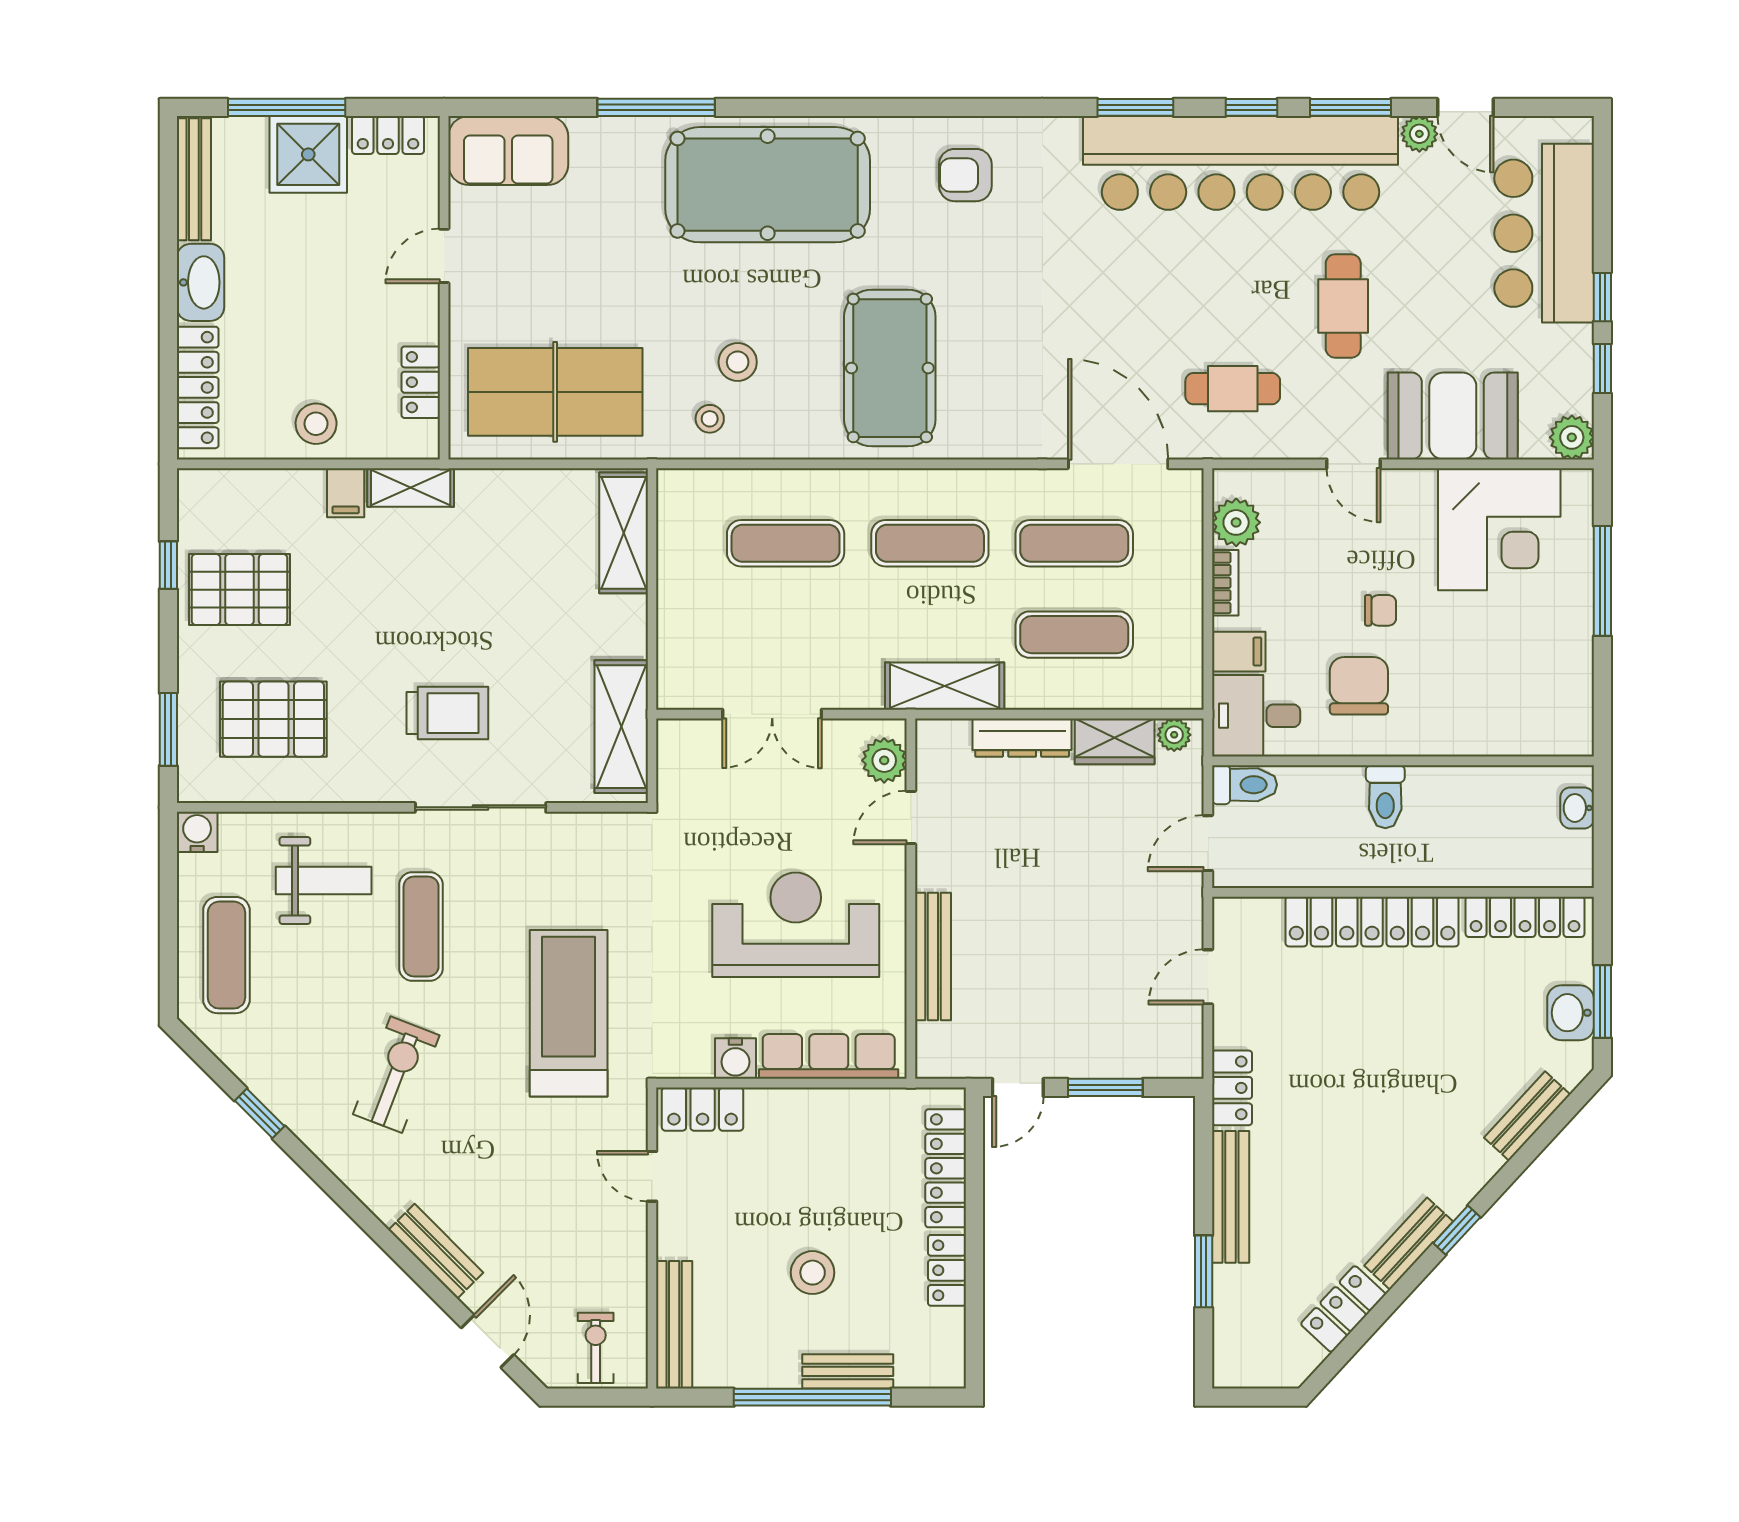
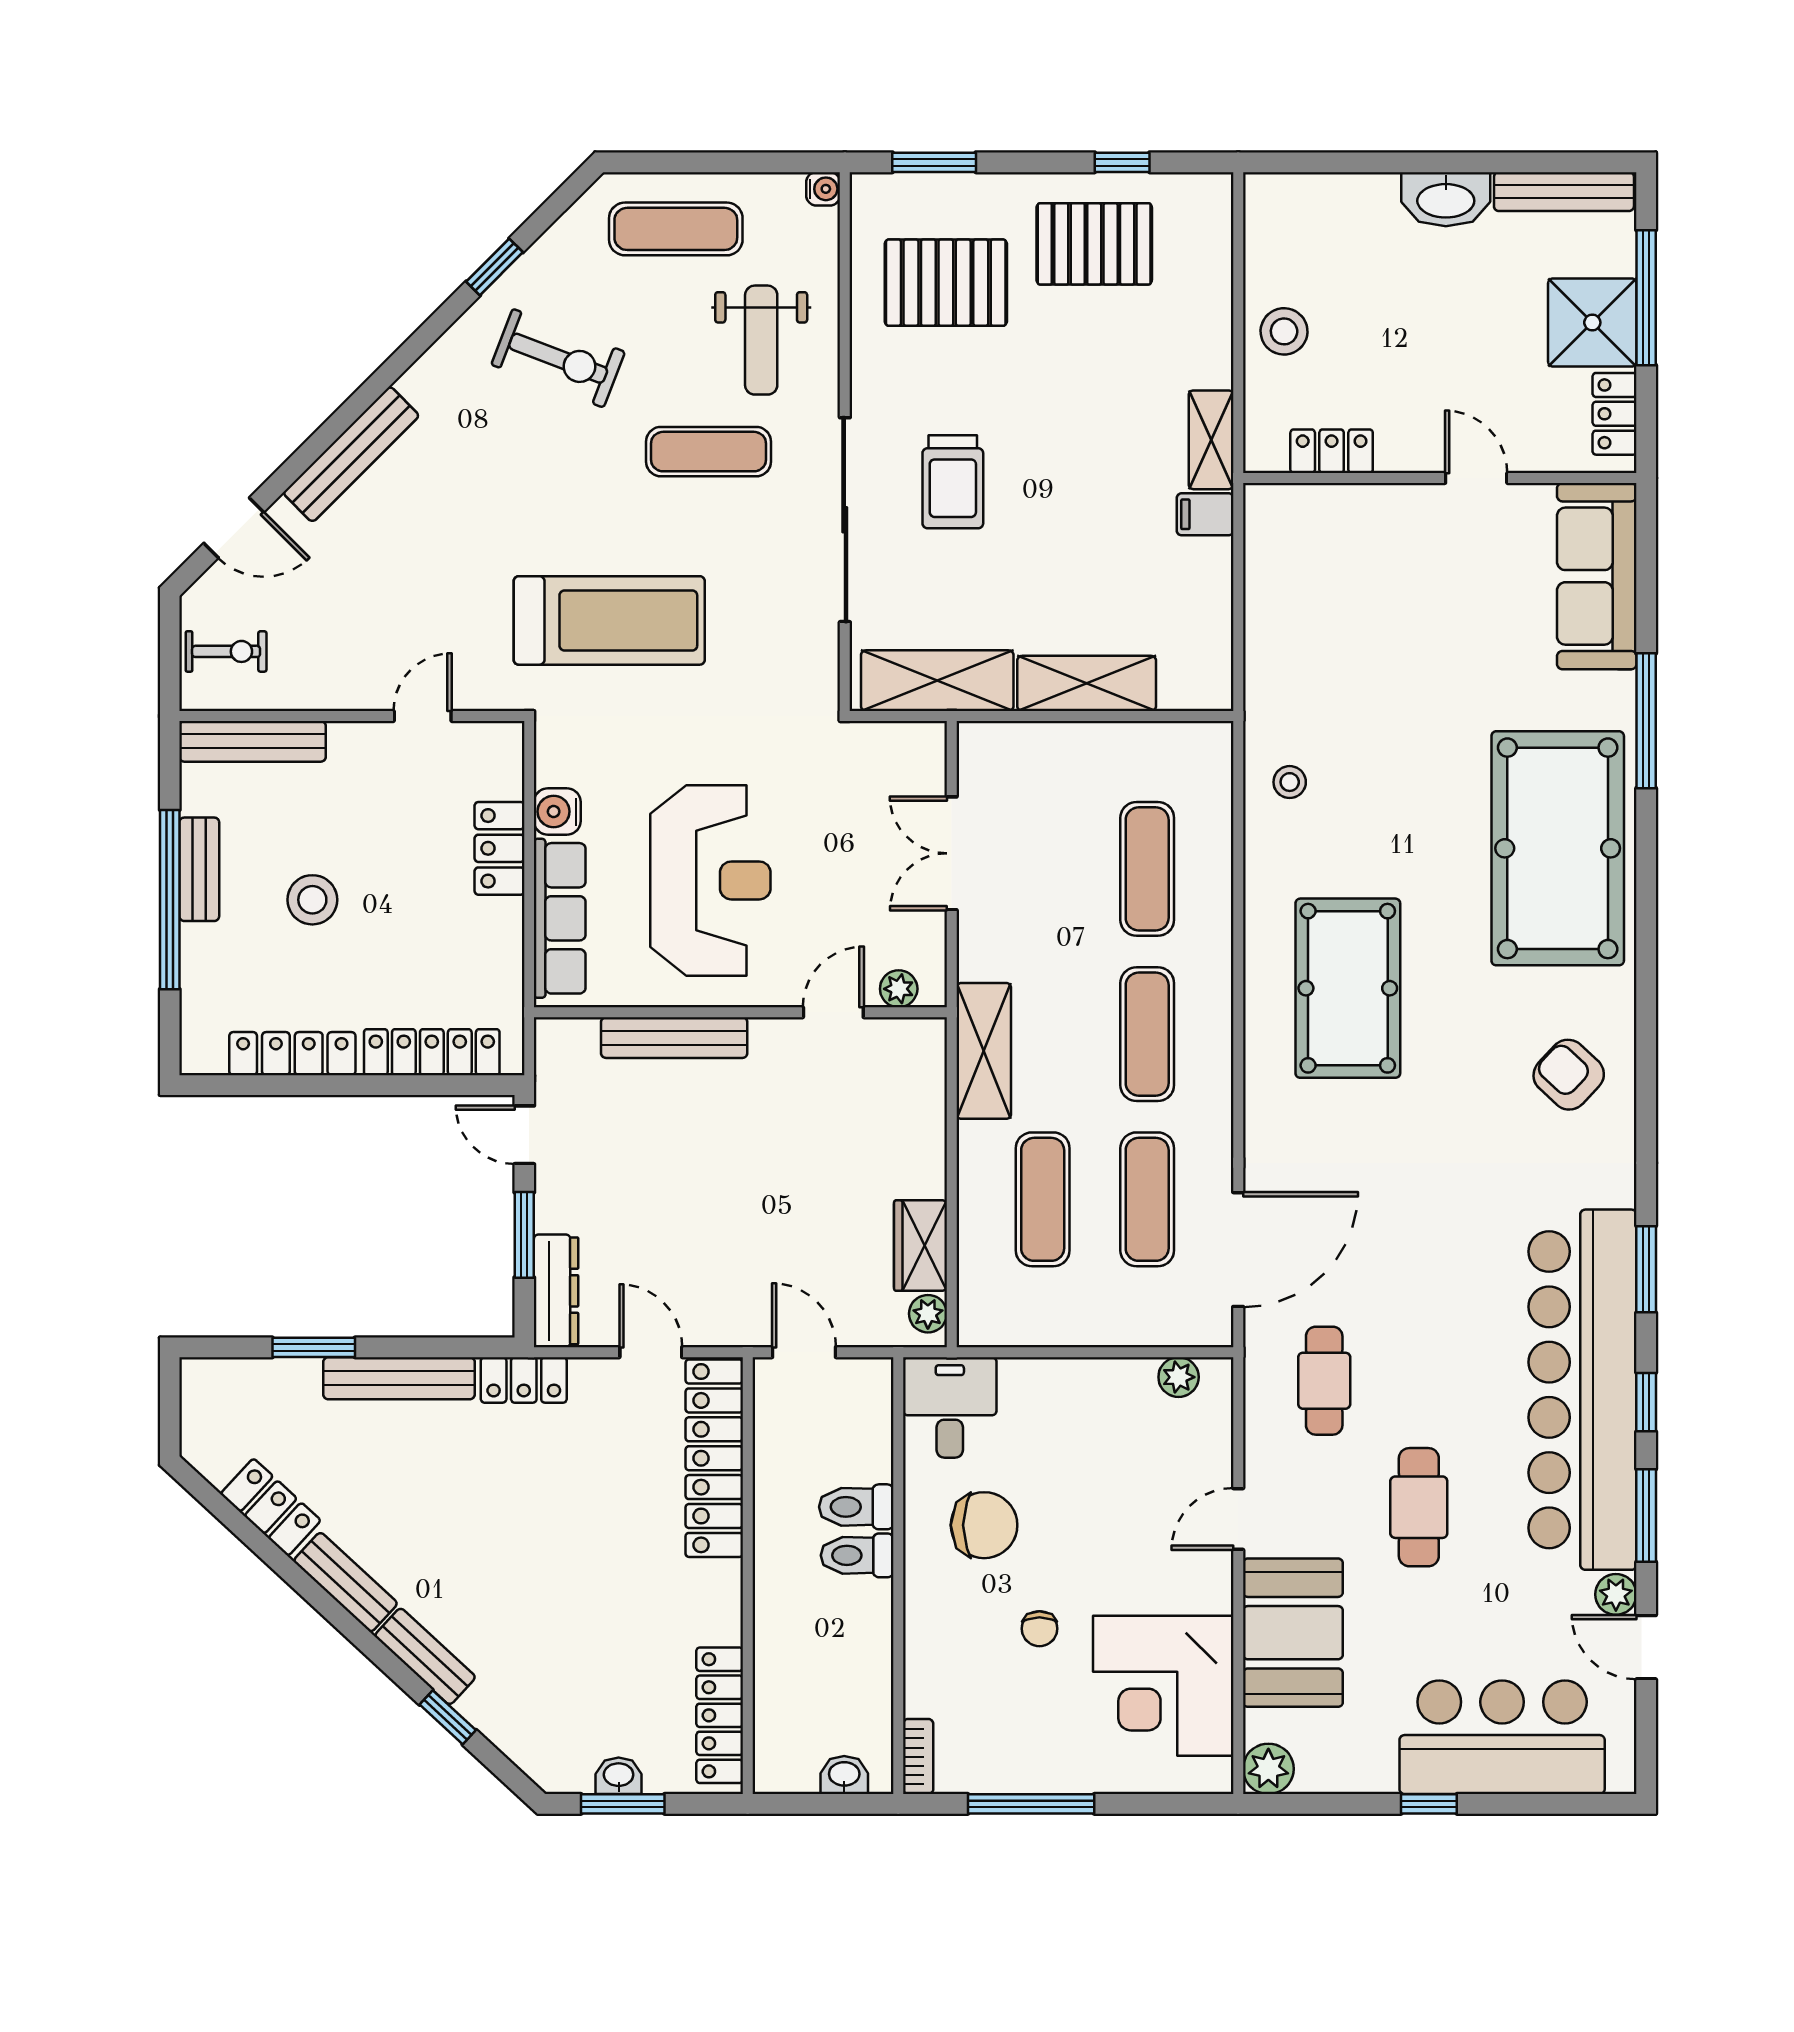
door: (1466, 107) -> (1646, 1647), hinge flipped
sofa: (508, 150) -> (1597, 576), width x1.36
armchair: (965, 175) -> (1569, 1075), turned -47
cafe table: (1343, 306) -> (1419, 1507), turned 90
stool: (738, 362) -> (1355, 814), removed
pool table: (890, 368) -> (1348, 988), turned 90
window: (1602, 369) -> (1347, 1804), removed
locker: (198, 387) -> (1326, 196), removed
table tennis table: (555, 392) -> (1320, 605), removed
filing cabinet: (346, 493) -> (1205, 514), moved
plant: (1236, 522) -> (1179, 1377), width x0.73, depth x0.73
shelving: (624, 533) -> (1087, 683), moved
window: (1602, 581) -> (1031, 1804), moved
bookcase: (1225, 583) -> (918, 1757), moved, turned -90
pallet: (240, 590) -> (1094, 244), turned 90
chair: (1381, 610) -> (1039, 1629), moved
filing cabinet: (1239, 652) -> (1023, 1388), removed
pallet: (273, 719) -> (946, 283), turned 90
dresser: (1022, 738) -> (556, 1291), moved, turned 180
plant: (884, 760) -> (899, 989), width x0.73, depth x0.73
toilet: (1245, 785) -> (856, 1507), moved, turned 90
sliding door: (481, 807) -> (845, 520), width x1.36
door: (911, 817) -> (833, 1012), hinge flipped
water cooler: (197, 832) -> (823, 189), width x0.72, depth x0.72
locker: (1372, 922) -> (714, 1458), moved
washbasin: (1571, 1013) -> (619, 1776), width x0.72, depth x0.69
exercise bike: (396, 1075) -> (558, 358), moved
locker: (703, 1109) -> (499, 848), moved
bench: (1527, 1116) -> (425, 1656), moved
window: (1457, 1230) -> (448, 1717), moved
bench: (436, 1251) -> (351, 454), width x1.36
locker: (947, 1270) -> (292, 1054), width x1.53
bench: (848, 1371) -> (199, 869), moved

